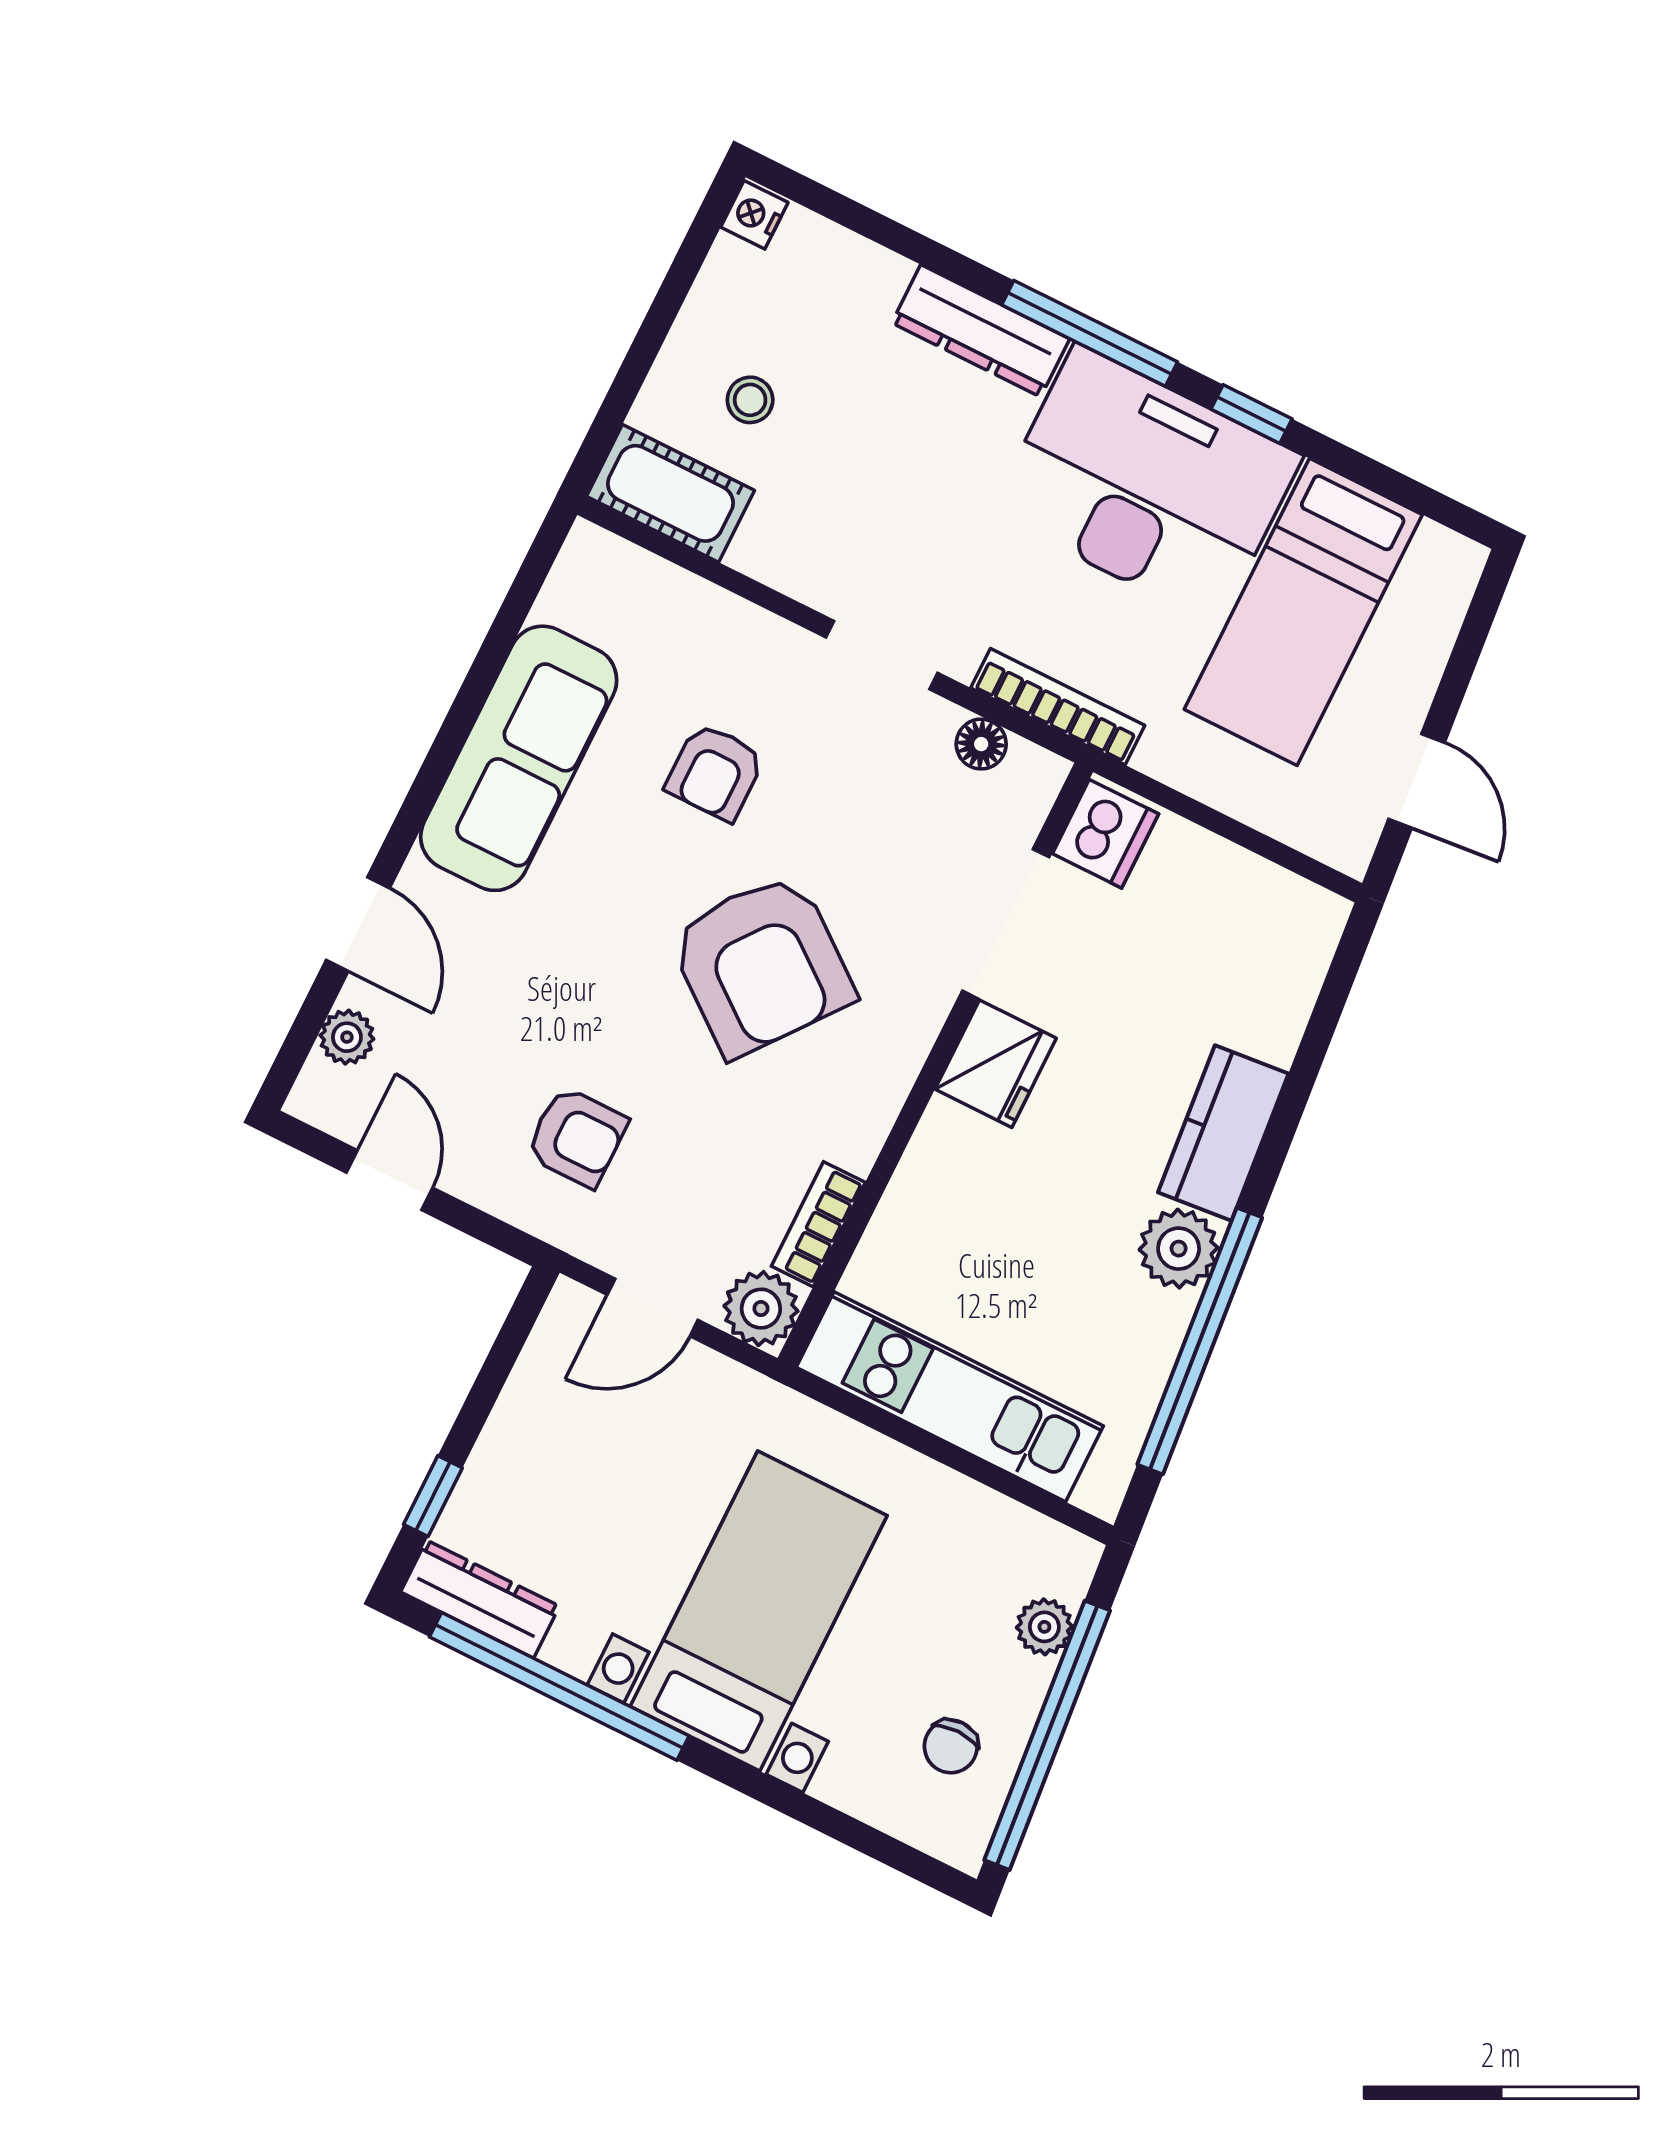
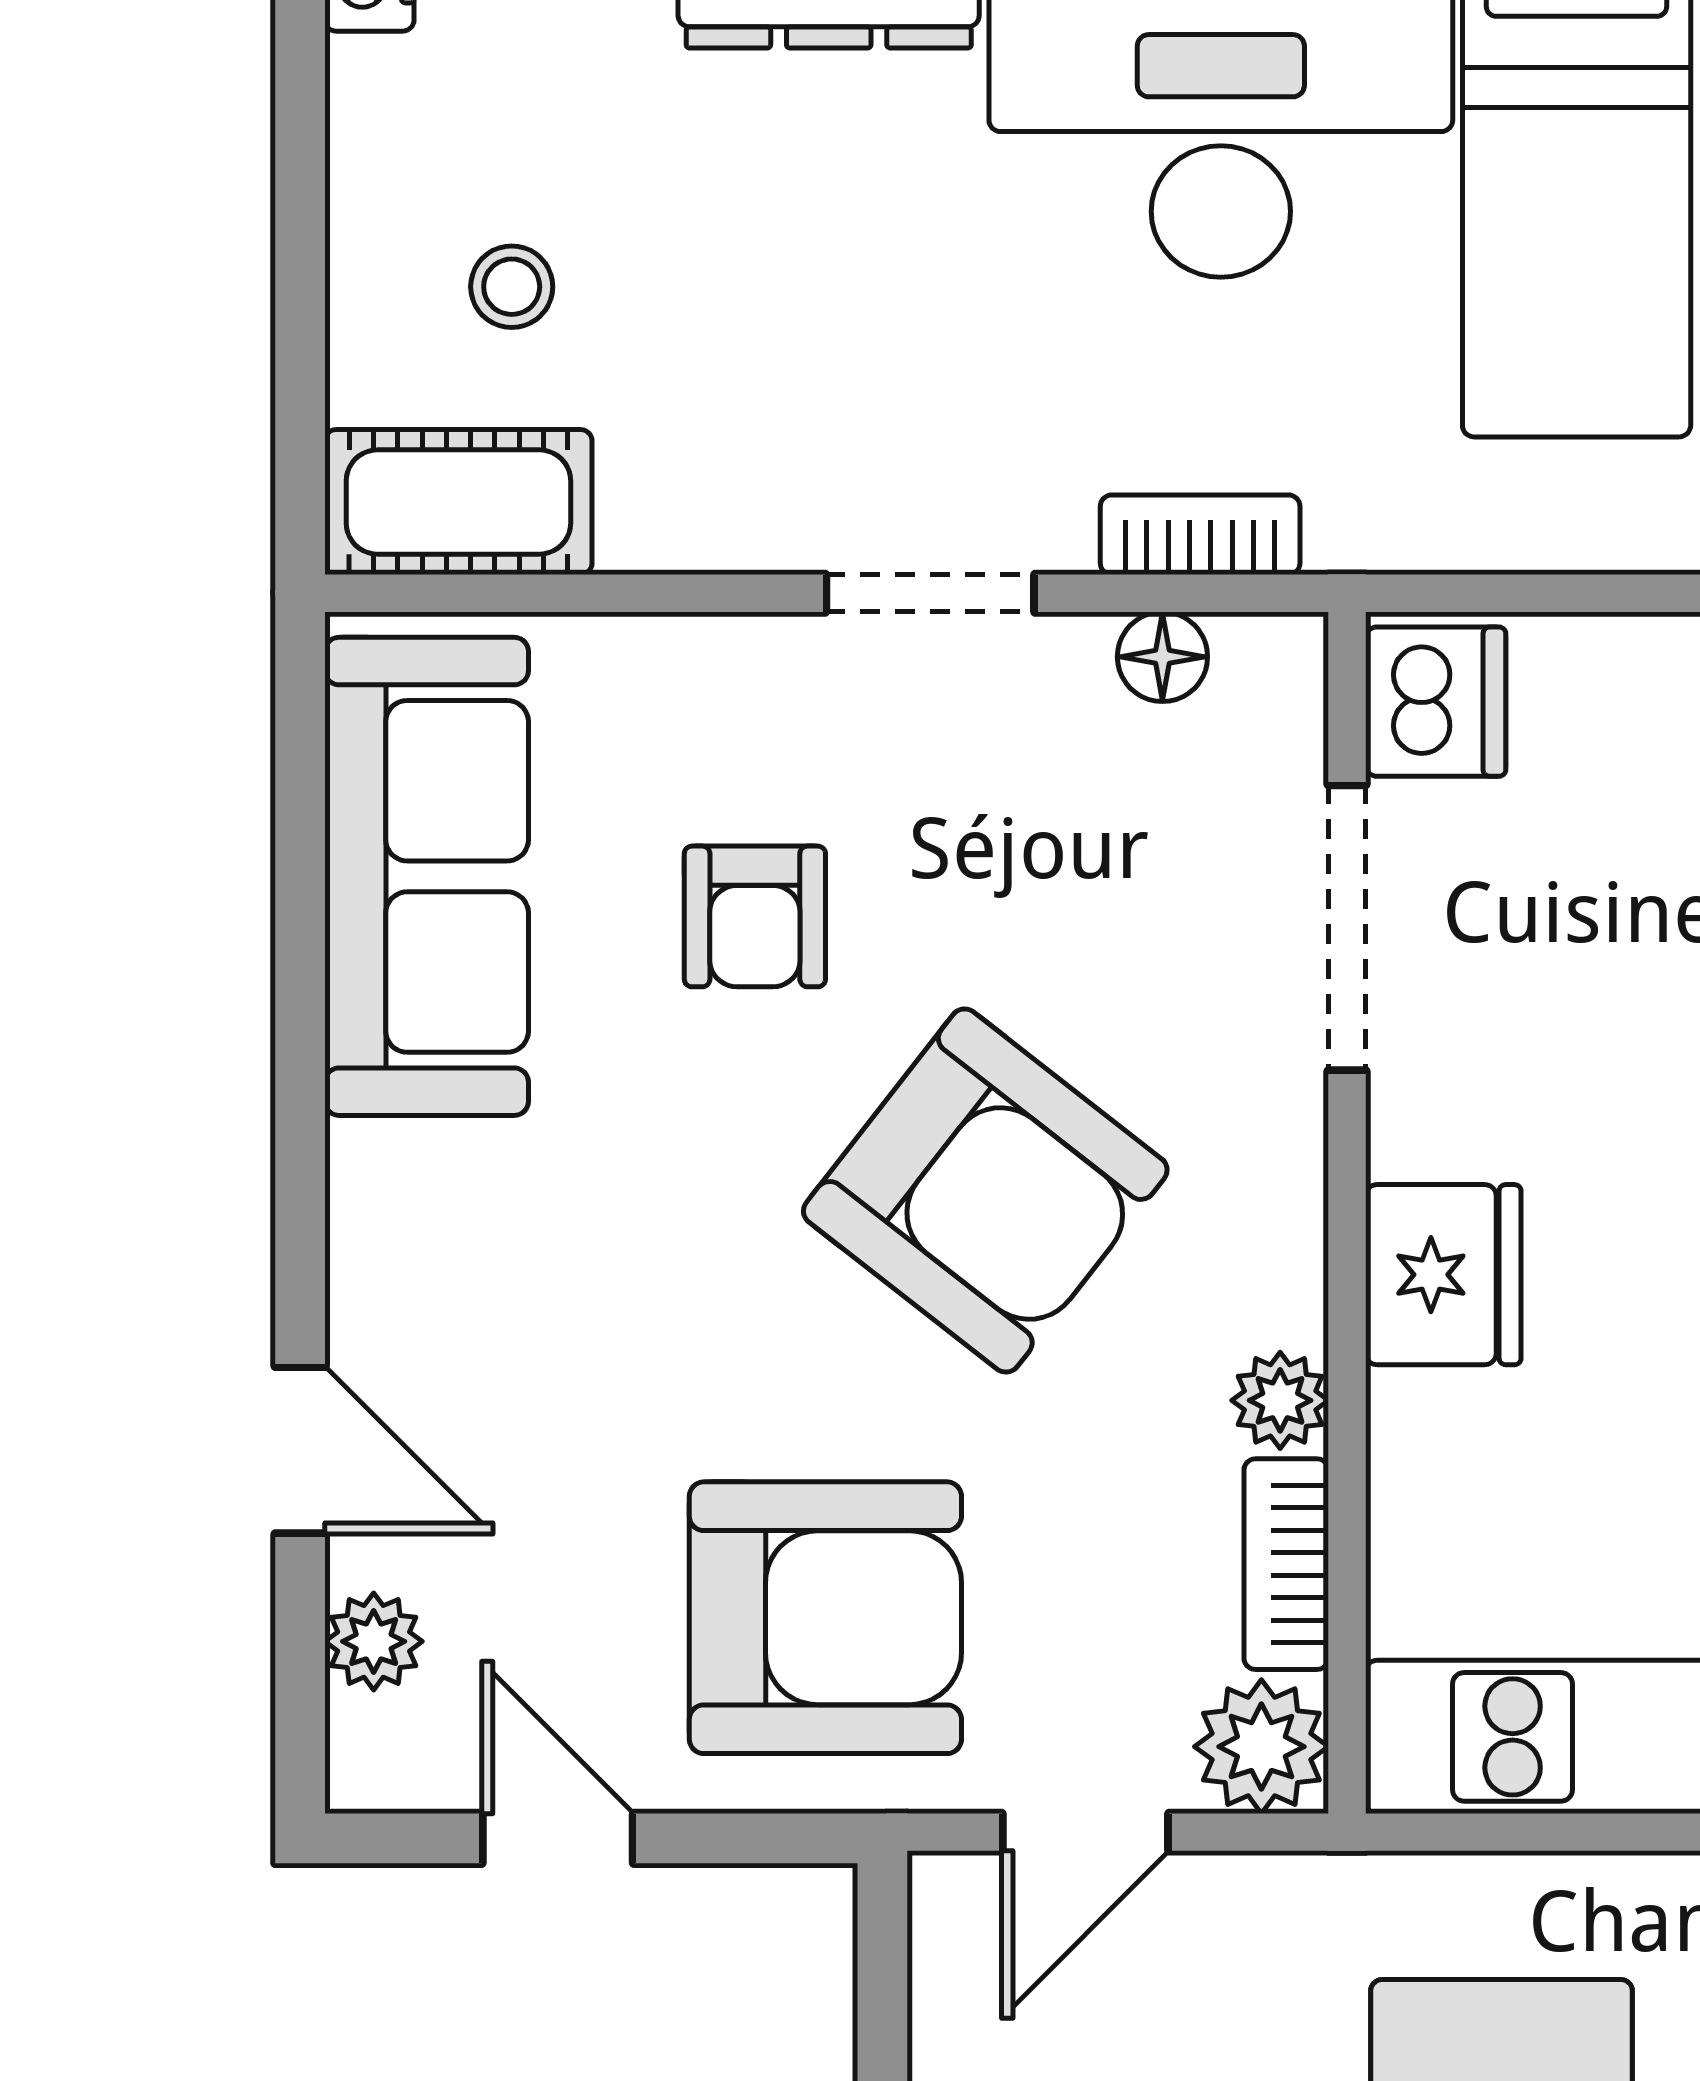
bookcase: (1058, 707) -> (1200, 535), width x0.64
sofa: (519, 758) -> (427, 876), moved
fridge: (996, 1064) -> (1443, 1275), moved
armchair: (577, 1137) -> (825, 1618), width x1.88, depth x1.88
plant: (856, 1142) -> (1280, 1400), added

